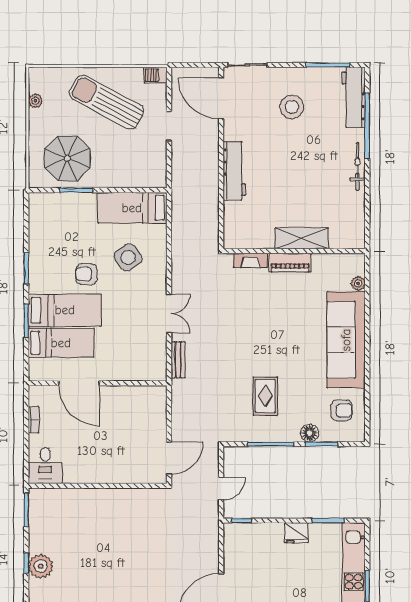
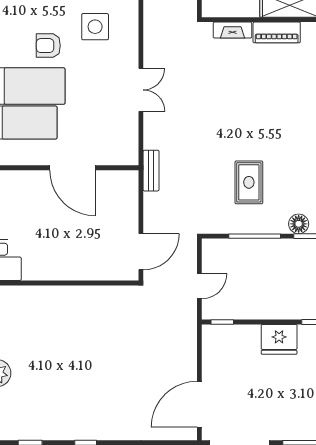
side table: (128, 257) -> (95, 27), turned 36
bench: (178, 360) -> (151, 171), moved
door: (79, 383) -> (72, 168), moved
fridge: (296, 533) -> (279, 339), width x1.36, depth x1.34

